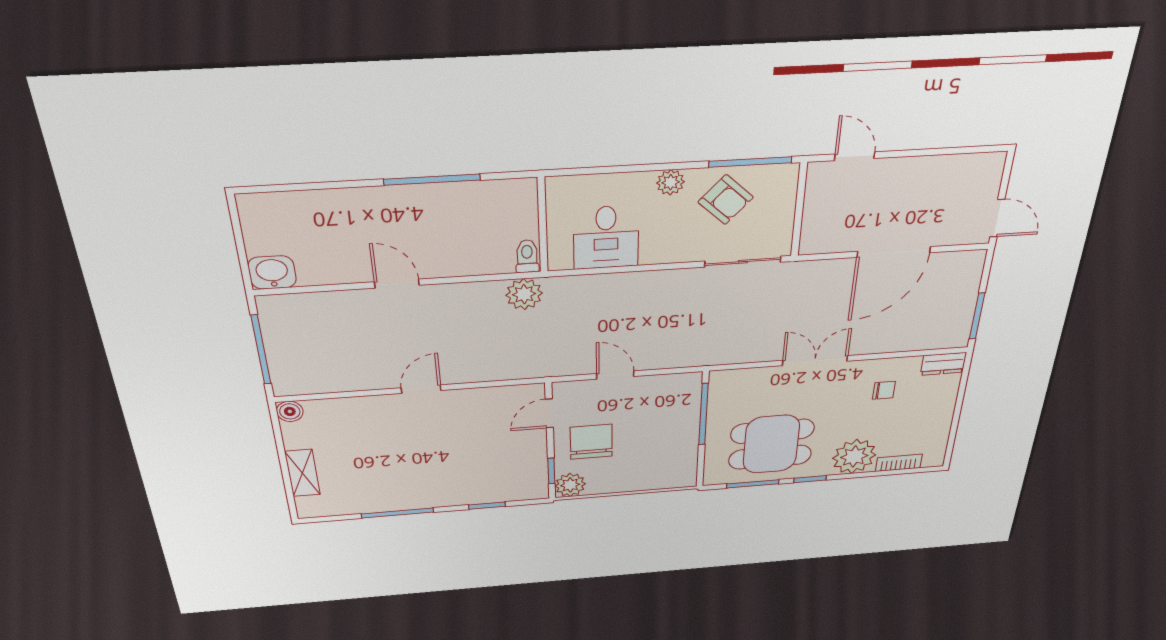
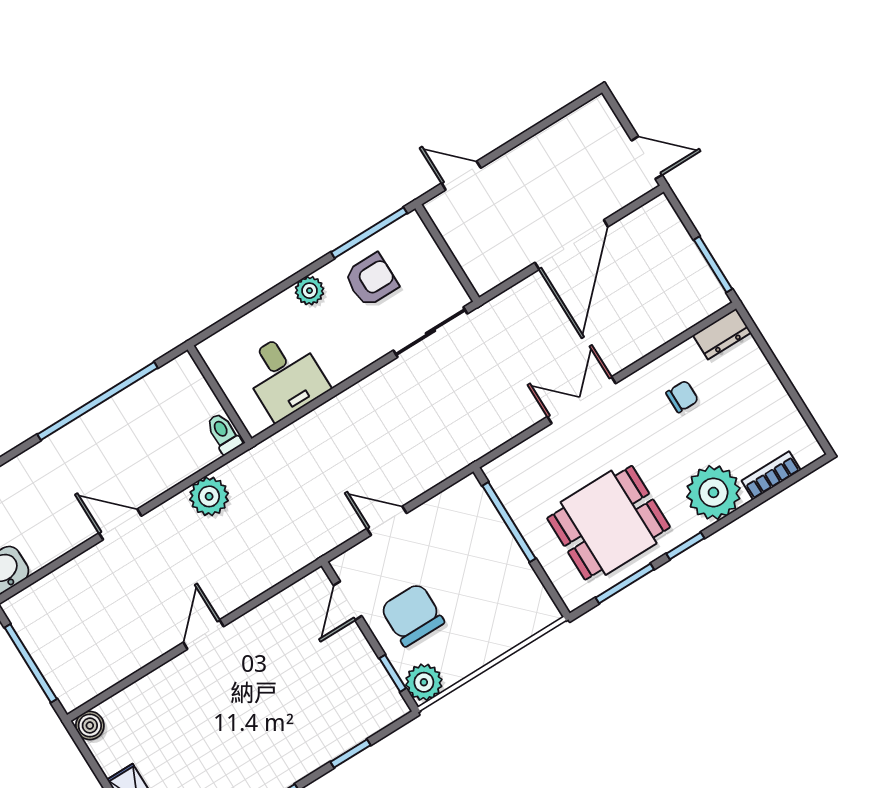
window: (432, 180) -> (98, 401), width x1.46
armchair: (726, 200) -> (371, 280), turned -43
plant: (524, 294) -> (209, 496), moved

